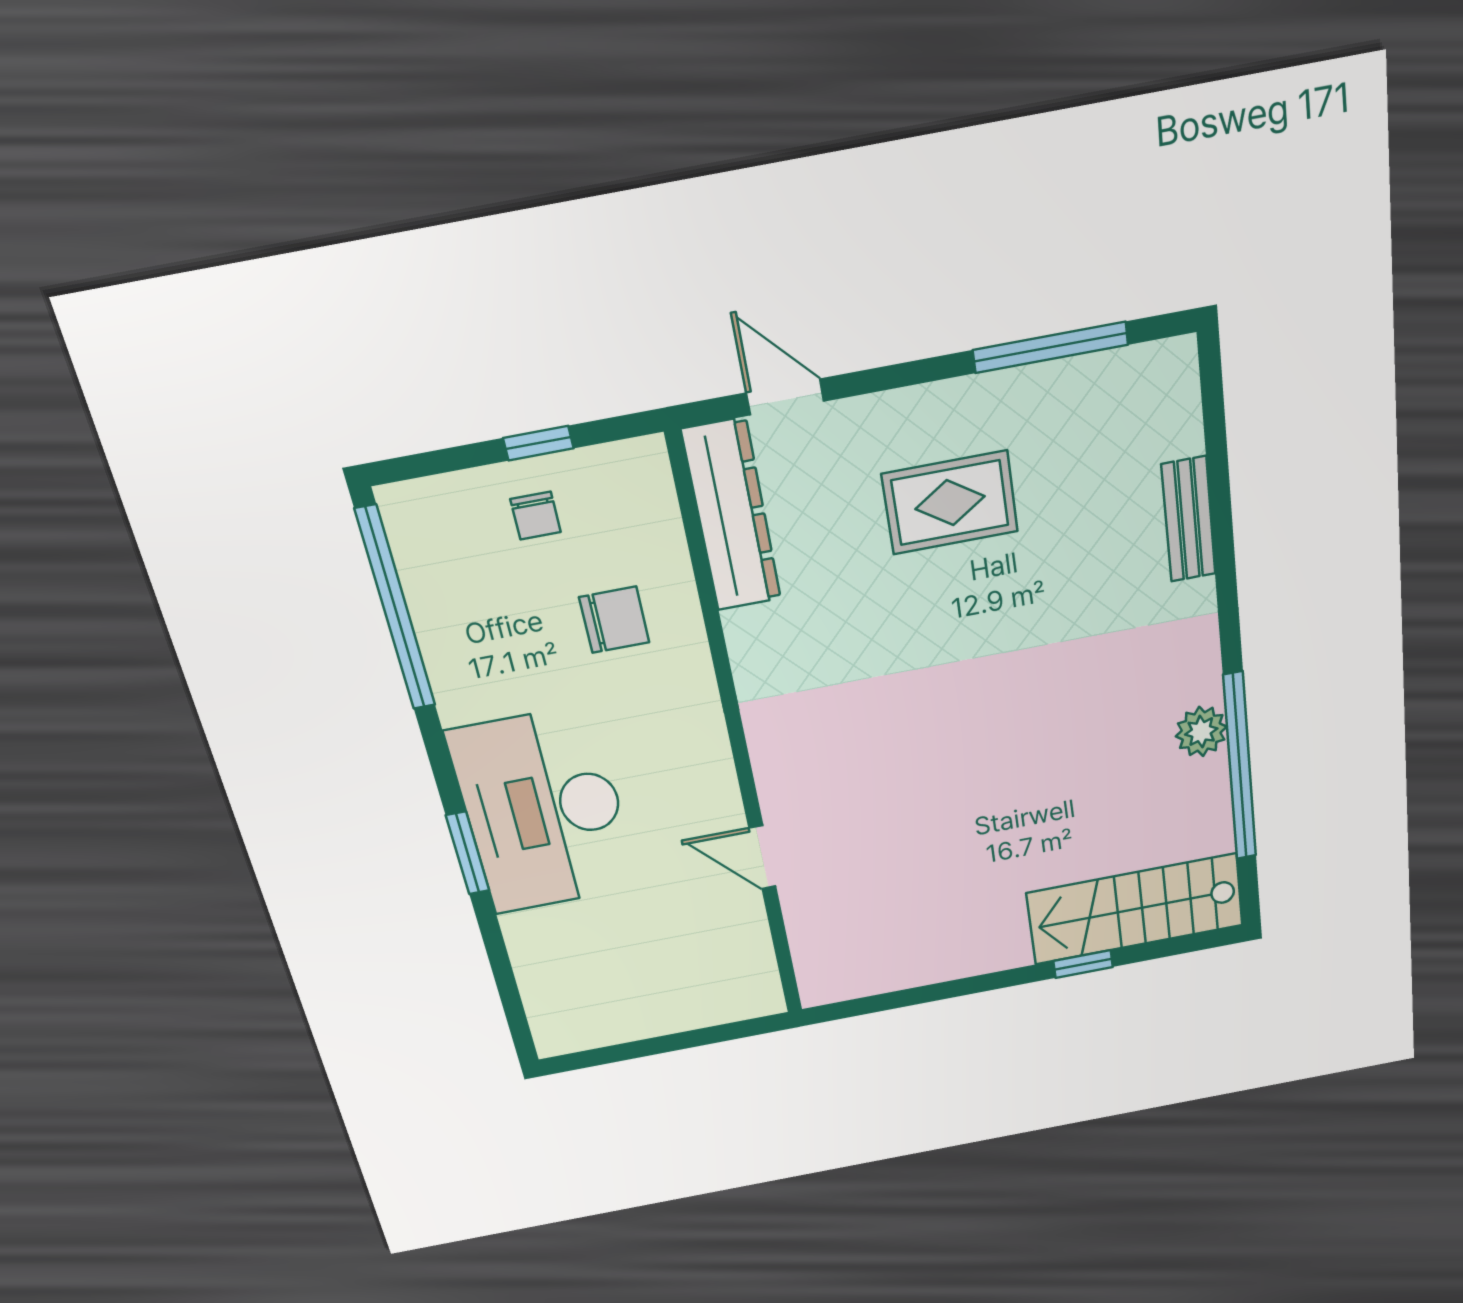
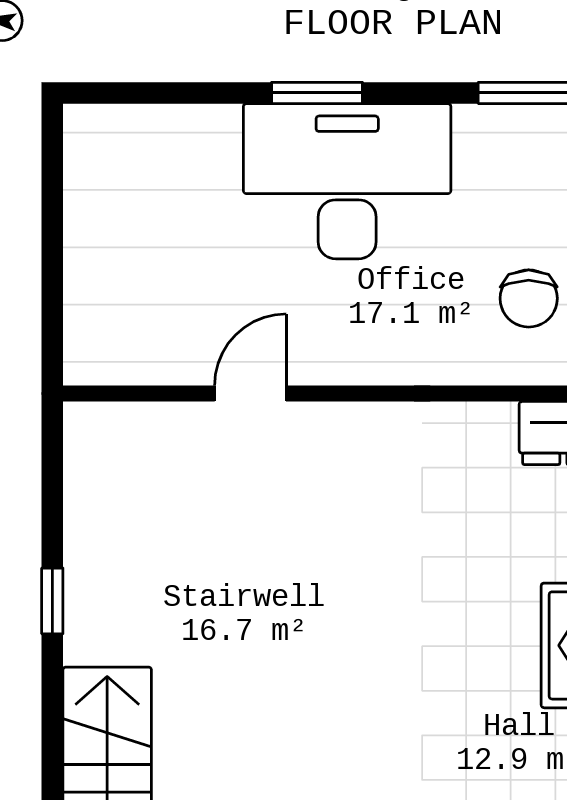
window: (1083, 964) -> (52, 601), moved

